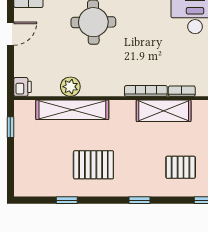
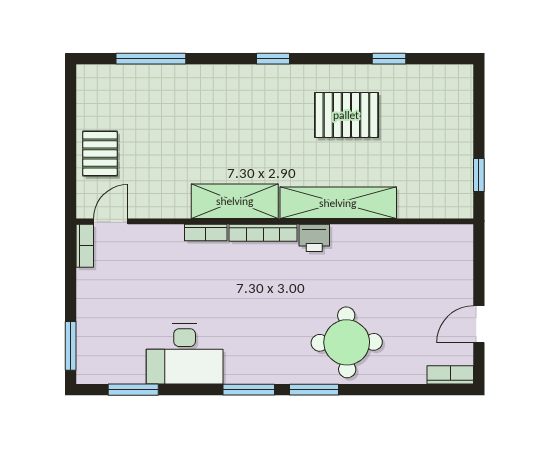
printer: (23, 87) -> (314, 238), moved, turned -90
plant: (70, 87) -> (383, 240), removed
shelving: (72, 110) -> (338, 203), moved
pallet: (181, 167) -> (208, 111), removed

